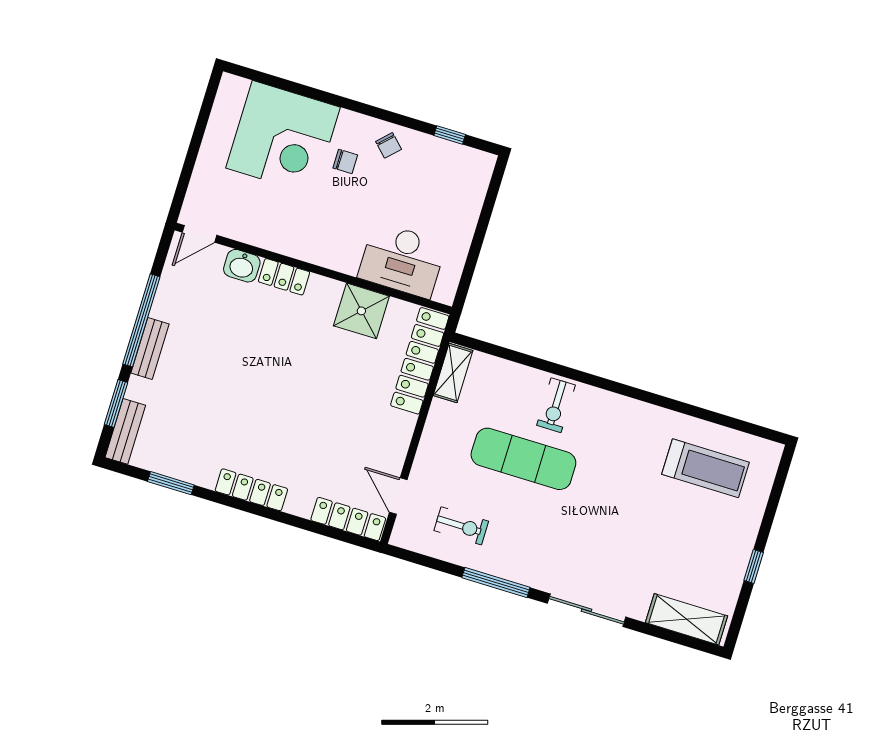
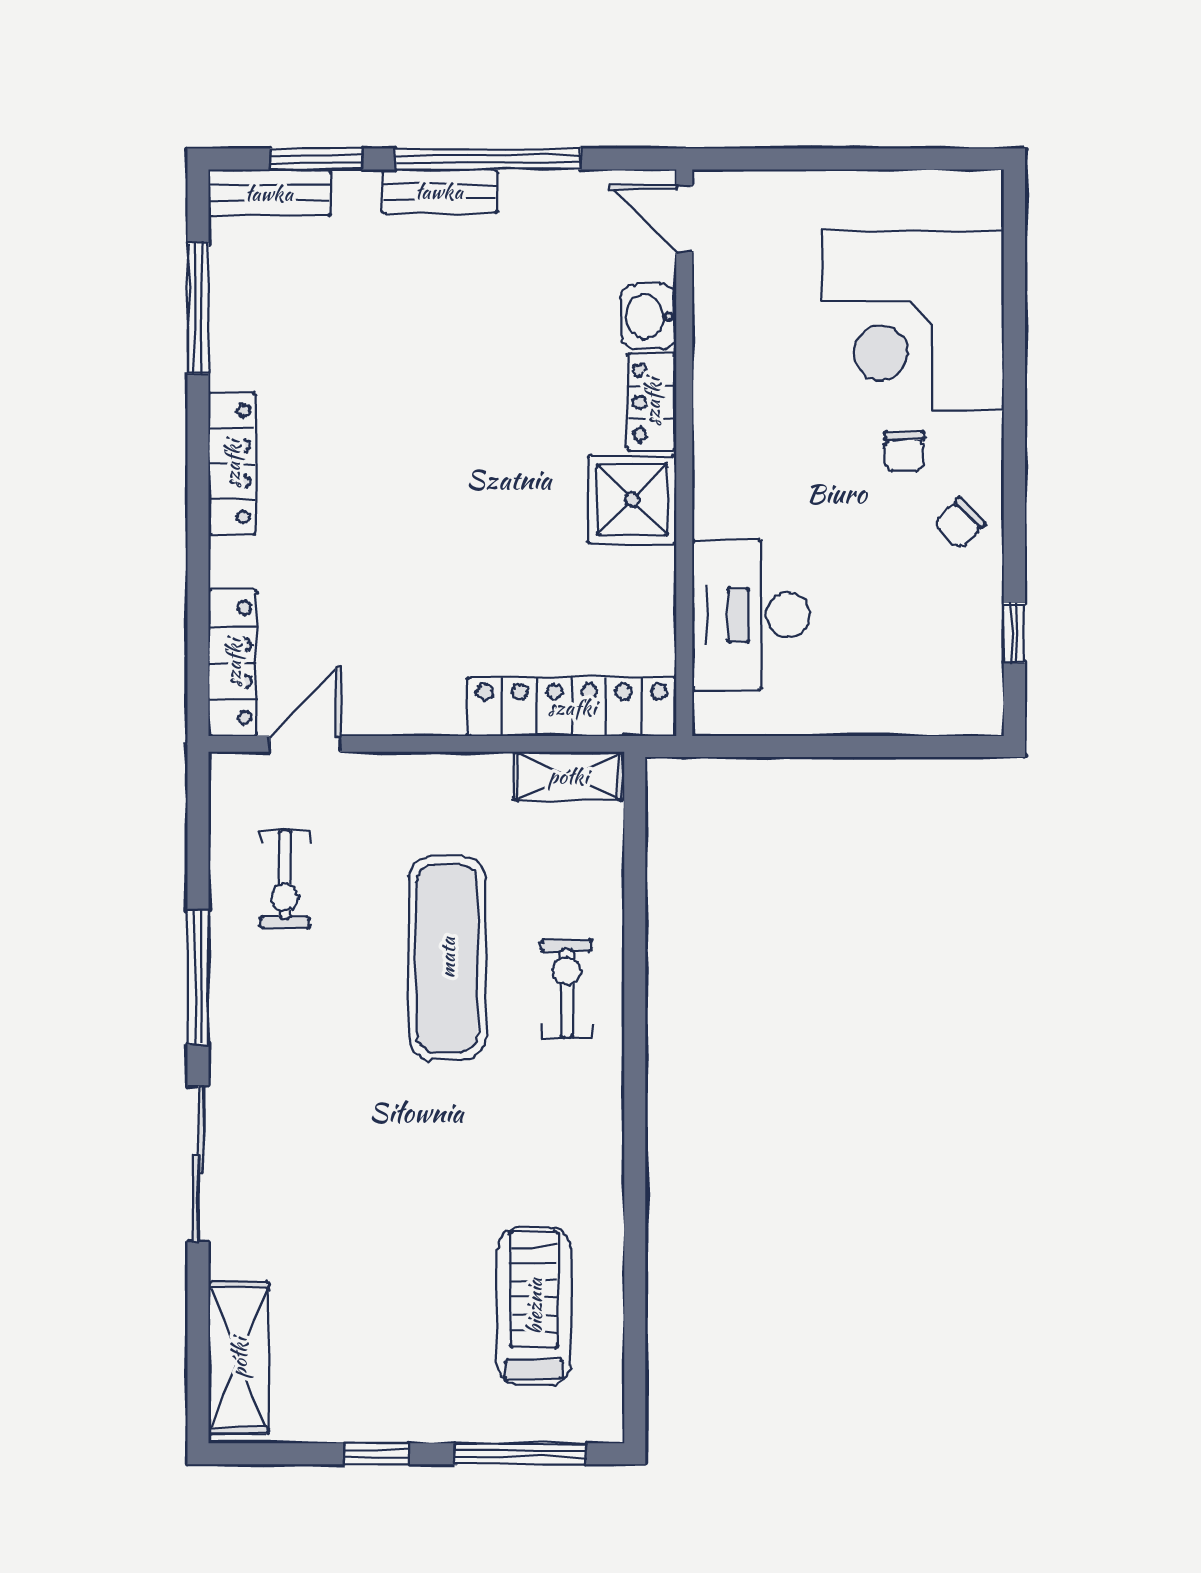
shower: (361, 311) -> (632, 499), moved
exercise bike: (556, 405) -> (567, 989), turned 90
treadmill: (705, 468) -> (534, 1306), turned 180
window: (171, 483) -> (198, 308), width x1.44
window: (775, 497) -> (520, 1454), added

